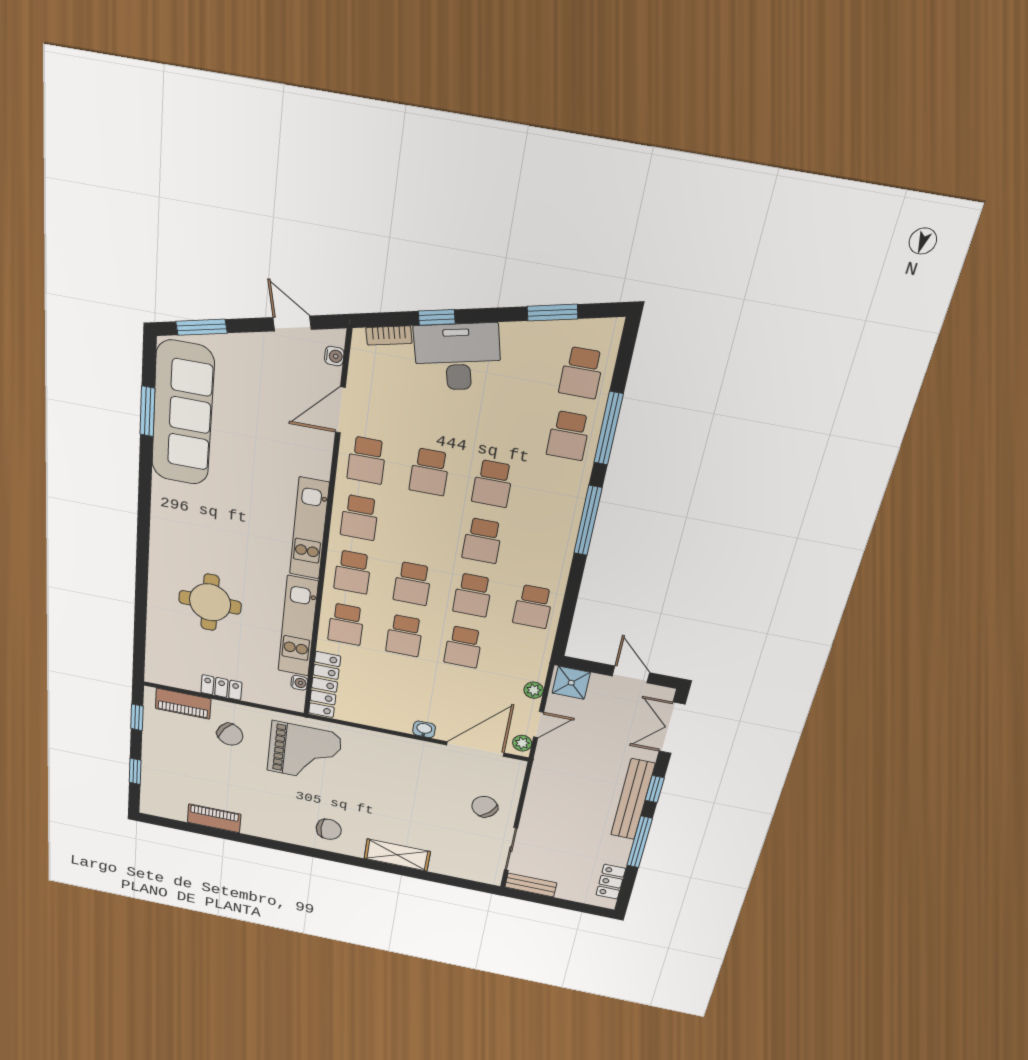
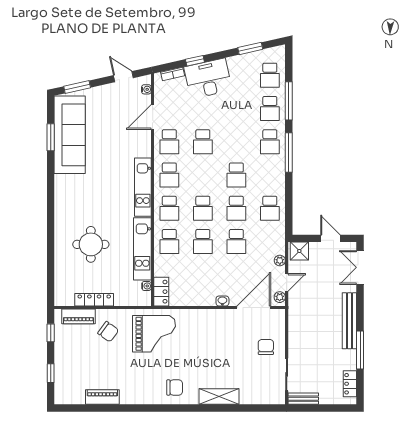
school desk: (493, 484) -> (270, 142), moved
locker: (324, 685) -> (161, 292), width x0.66
locker: (221, 687) -> (94, 300), width x1.53
window: (655, 789) -> (360, 311), removed
chair: (485, 807) -> (266, 347), turned 47

